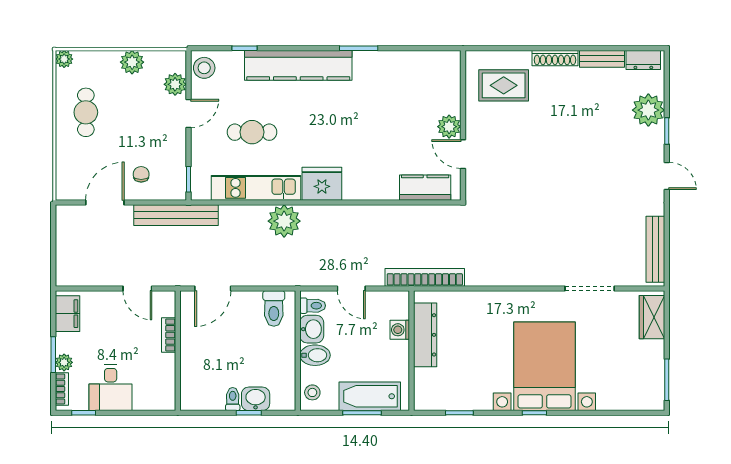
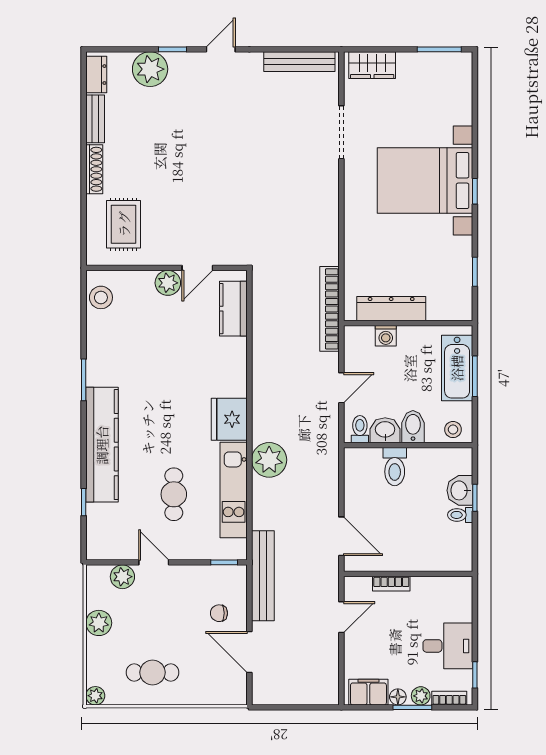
stool: (204, 68) -> (101, 297), moved
toilet: (274, 308) -> (395, 467), moved, turned 90
floor lamp: (63, 341) -> (398, 697), added

